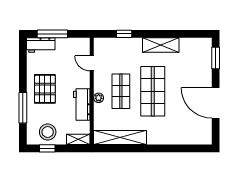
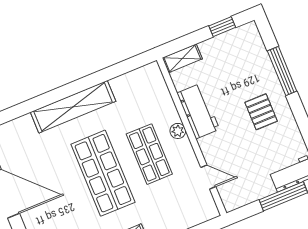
pallet: (45, 89) -> (261, 112), width x0.67, depth x0.71
stool: (48, 132) -> (231, 51), removed
shelving: (120, 137) -> (73, 107), moved

